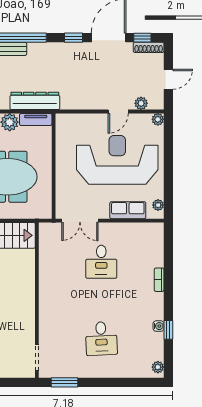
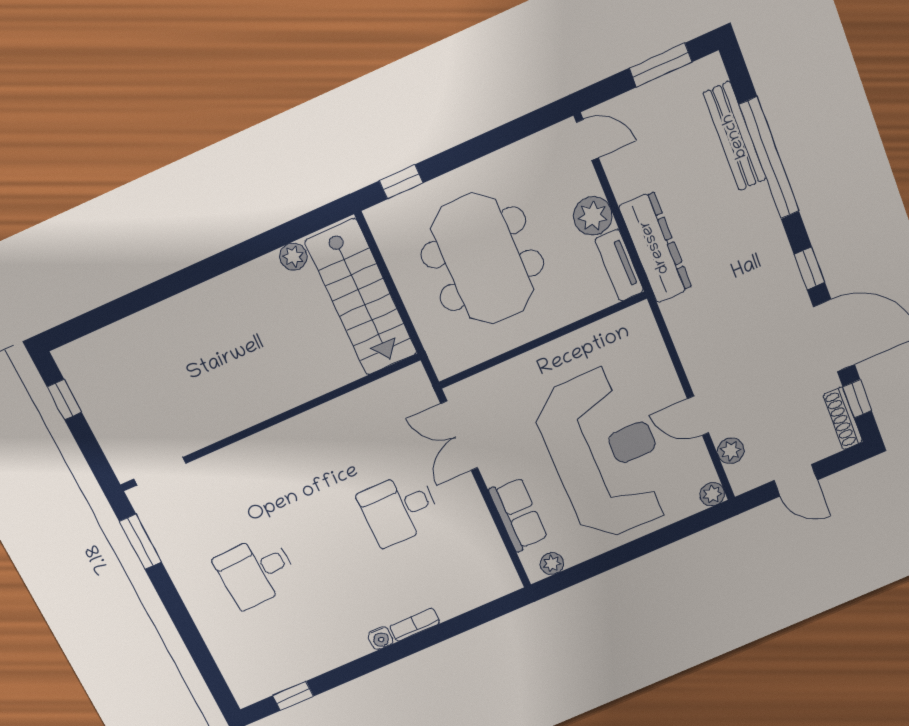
water cooler: (158, 326) -> (380, 638), moved
window: (168, 330) -> (293, 696), moved
plant: (158, 367) -> (254, 691), removed

